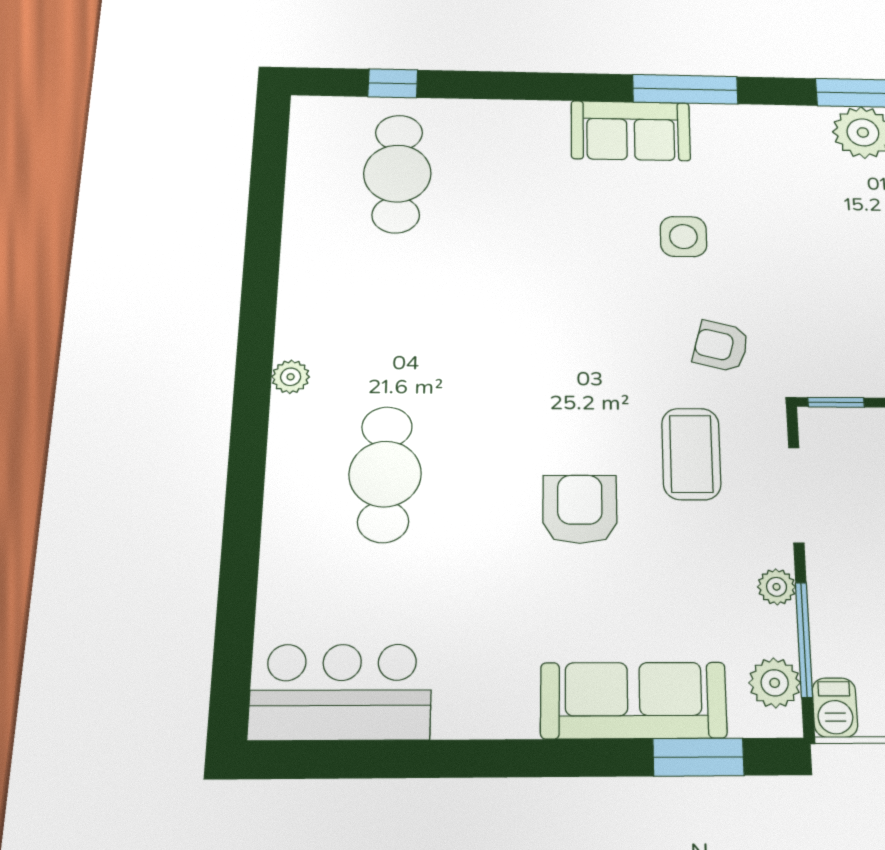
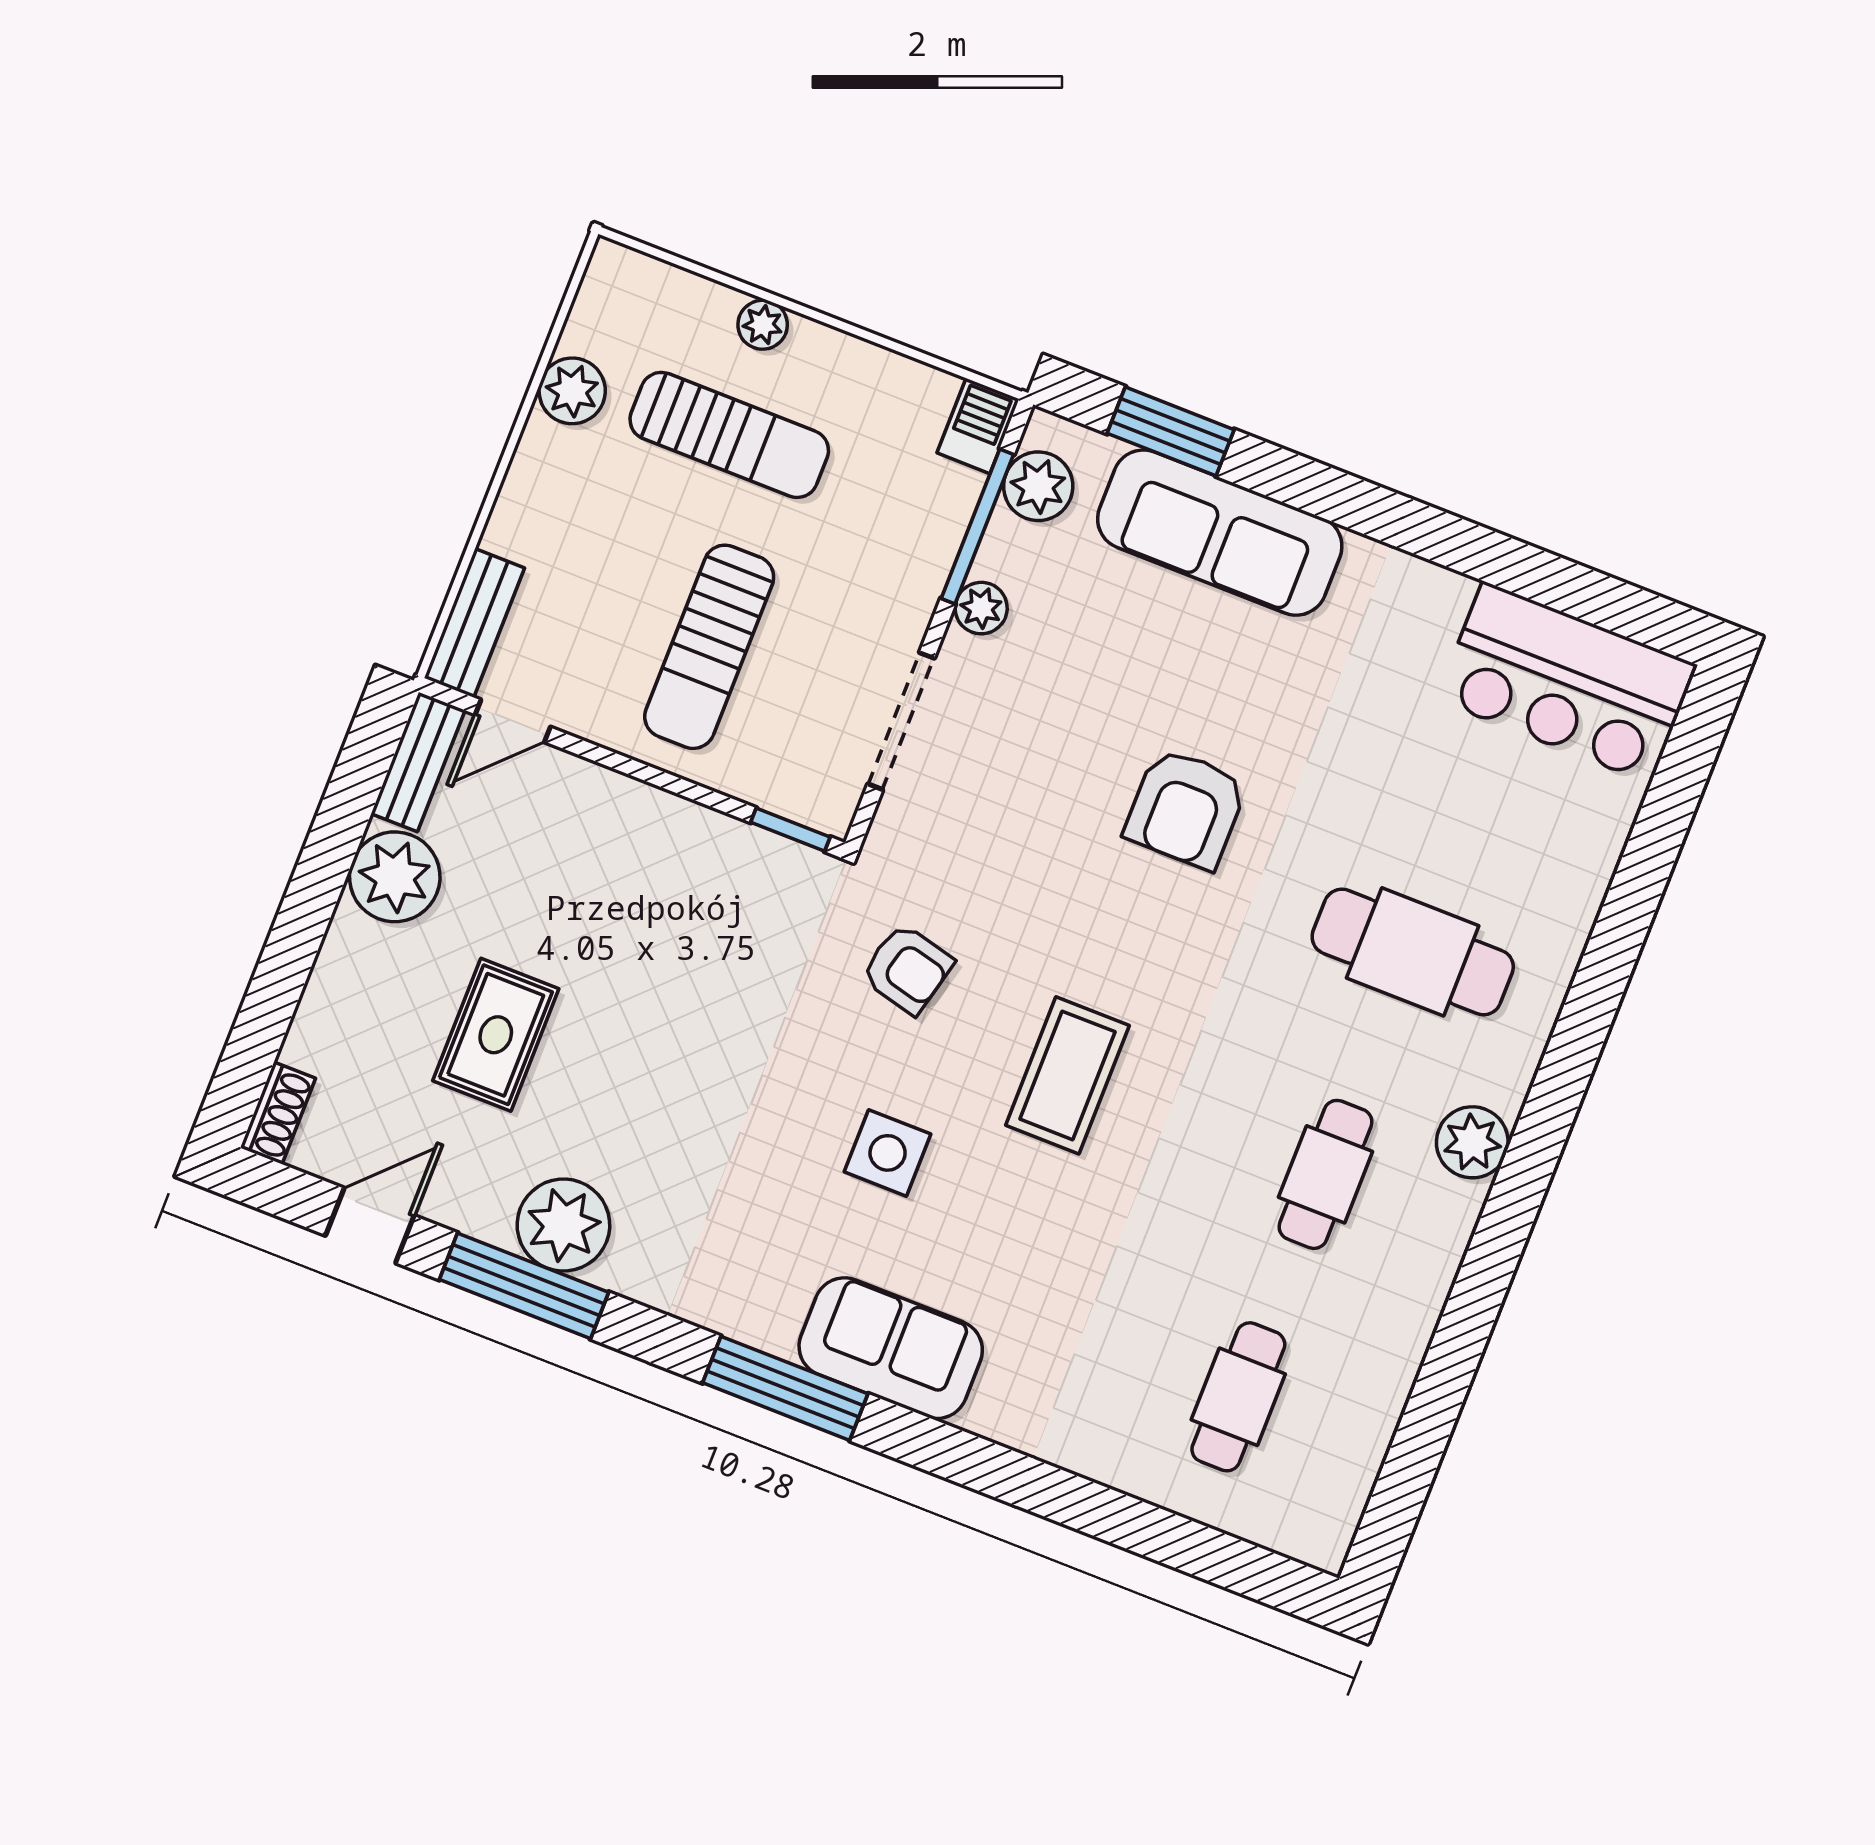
window: (393, 83) -> (1192, 1548), removed
cafe table: (397, 173) -> (1238, 1397), width x0.73, depth x0.74
cafe table: (391, 318) -> (1326, 1174), added
plant: (291, 377) -> (1472, 1142), width x1.38, depth x1.38
coffee table: (691, 454) -> (1067, 1075), moved
cafe table: (385, 474) -> (1413, 952), turned 90

